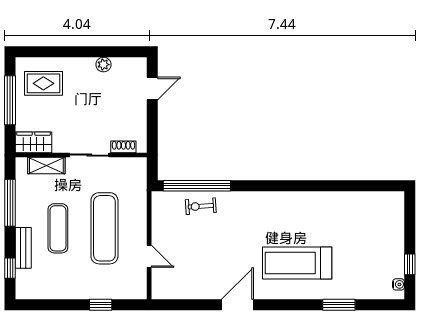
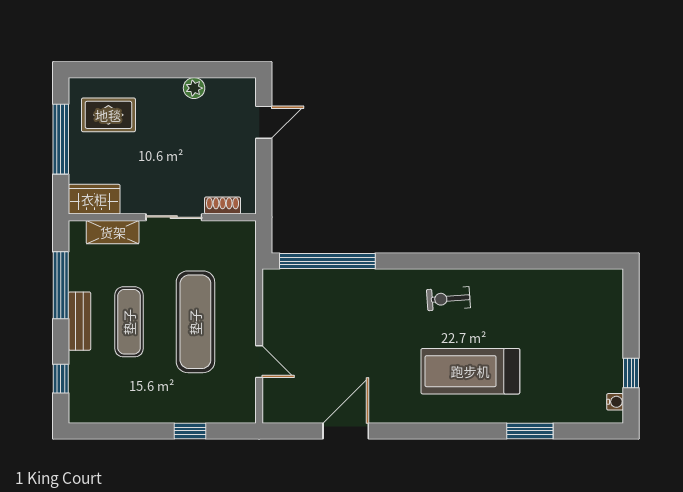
exercise bike: (201, 206) -> (448, 299), moved
bench: (23, 248) -> (80, 321), moved
door: (237, 305) -> (346, 431), moved

